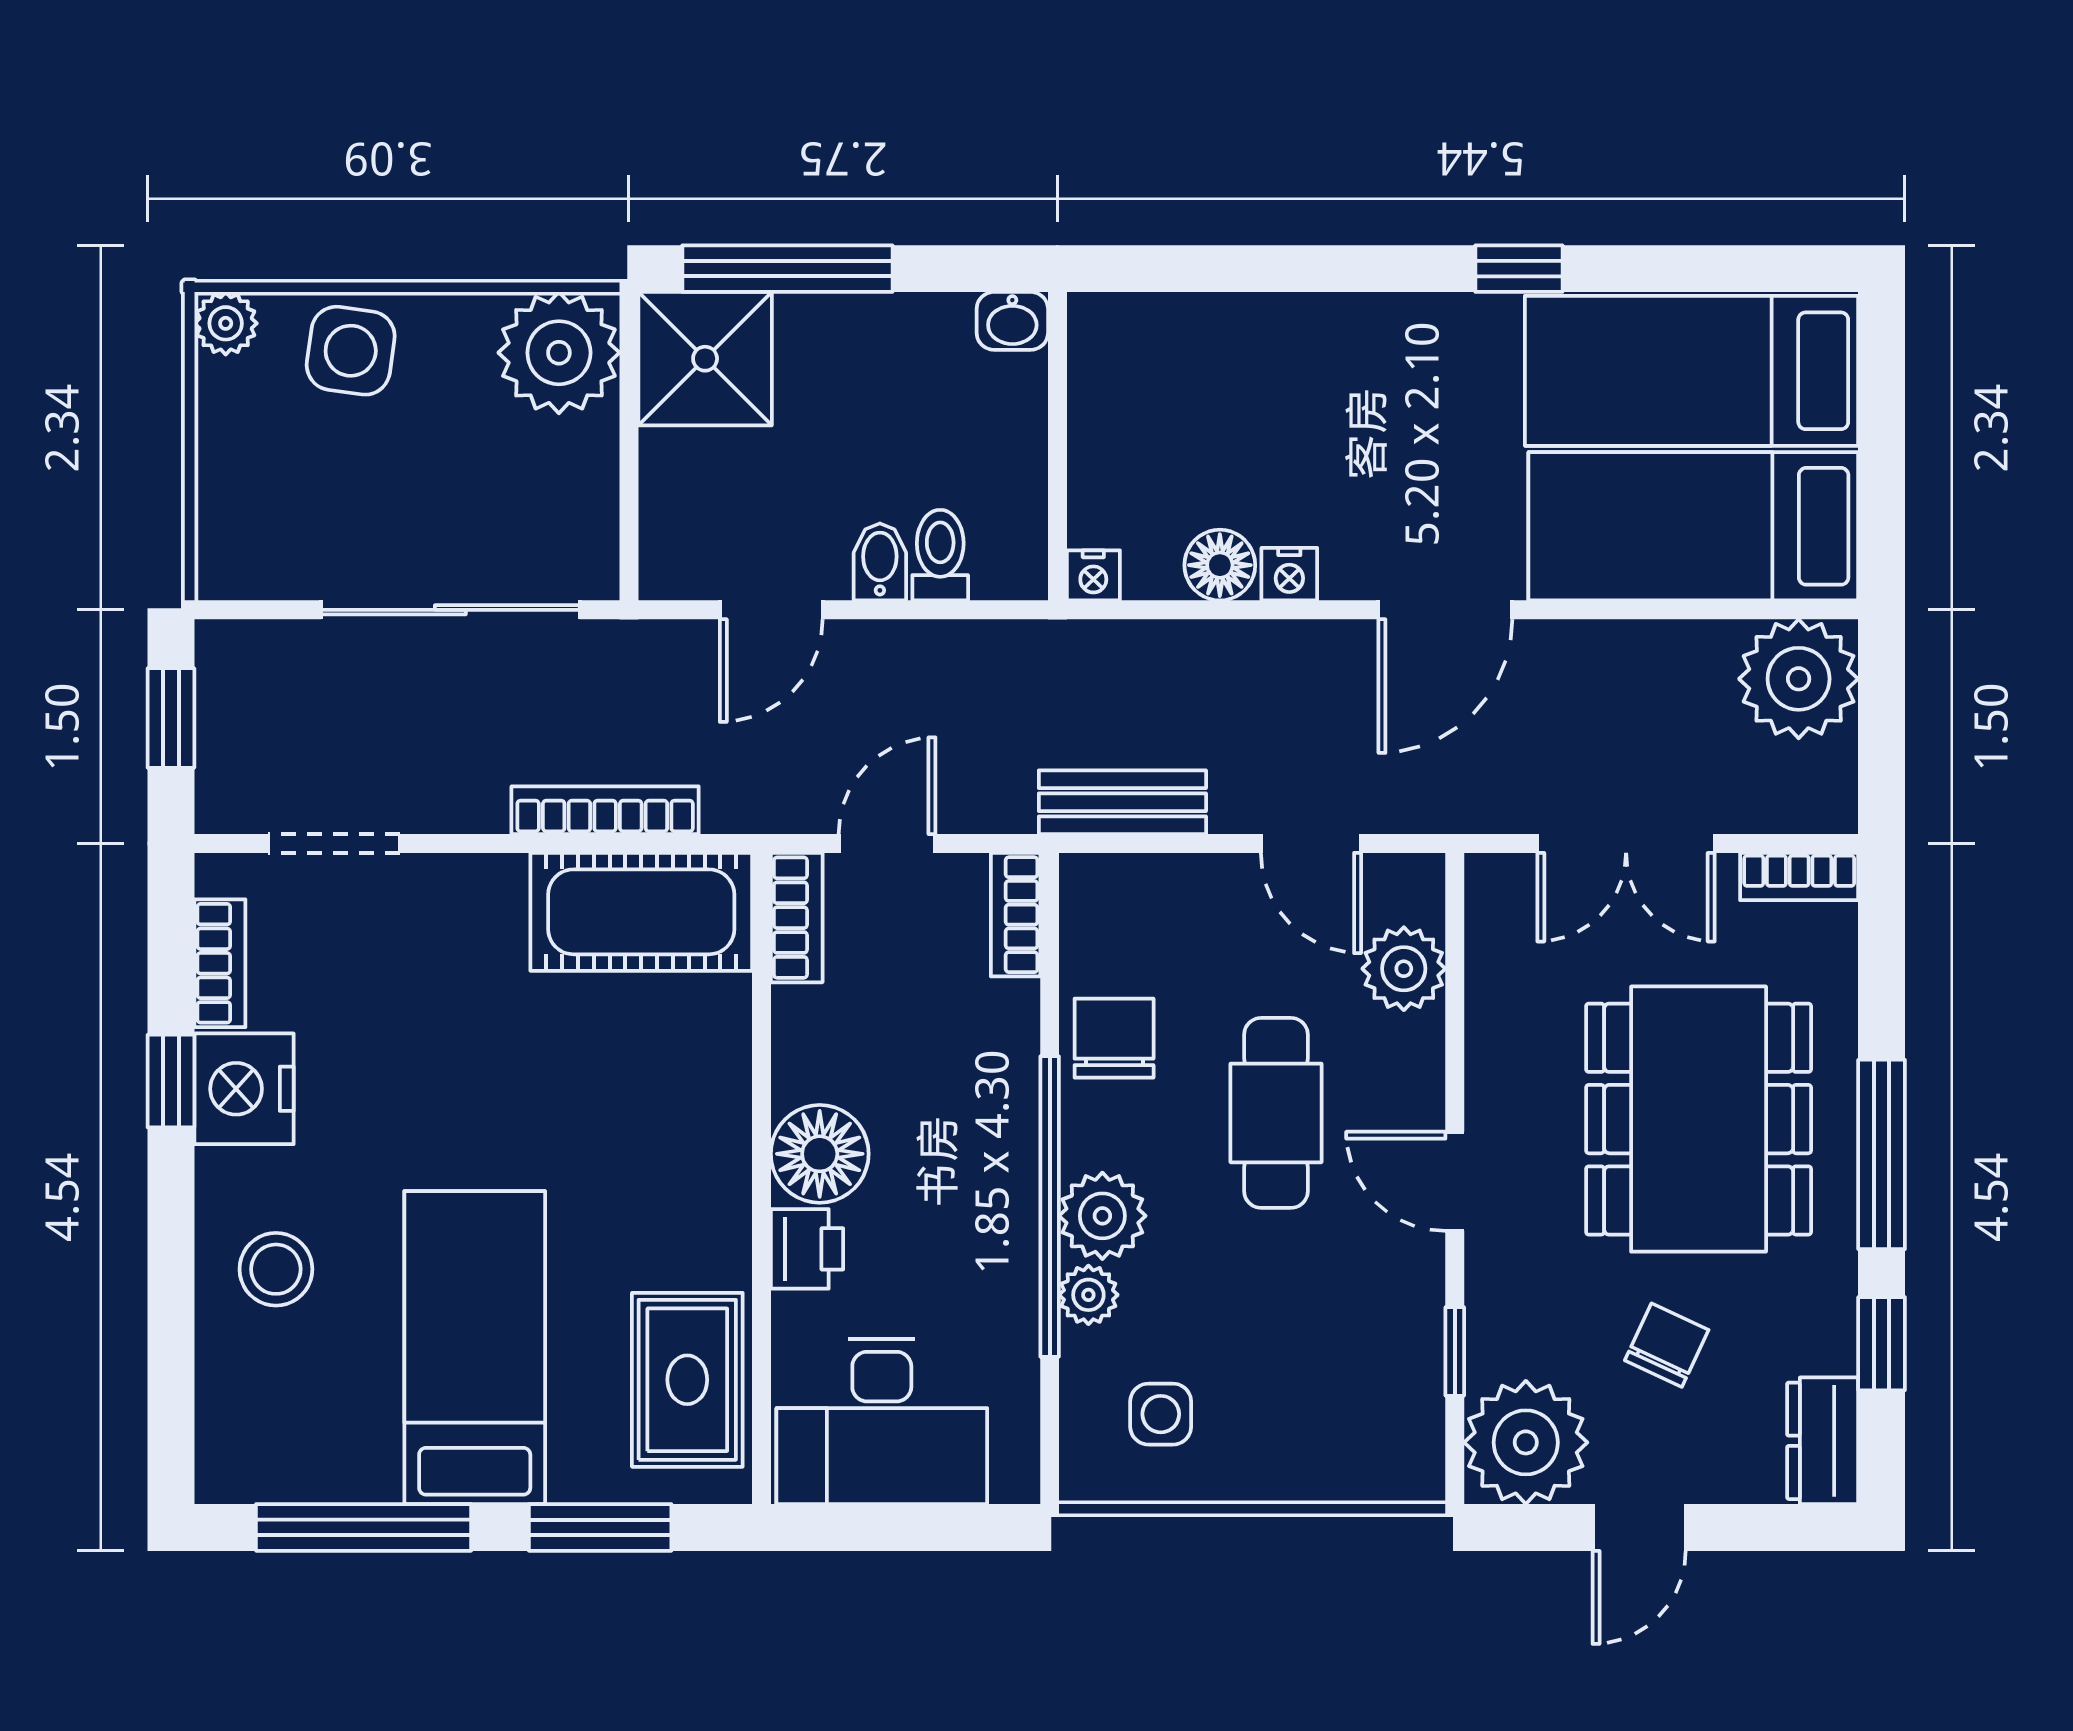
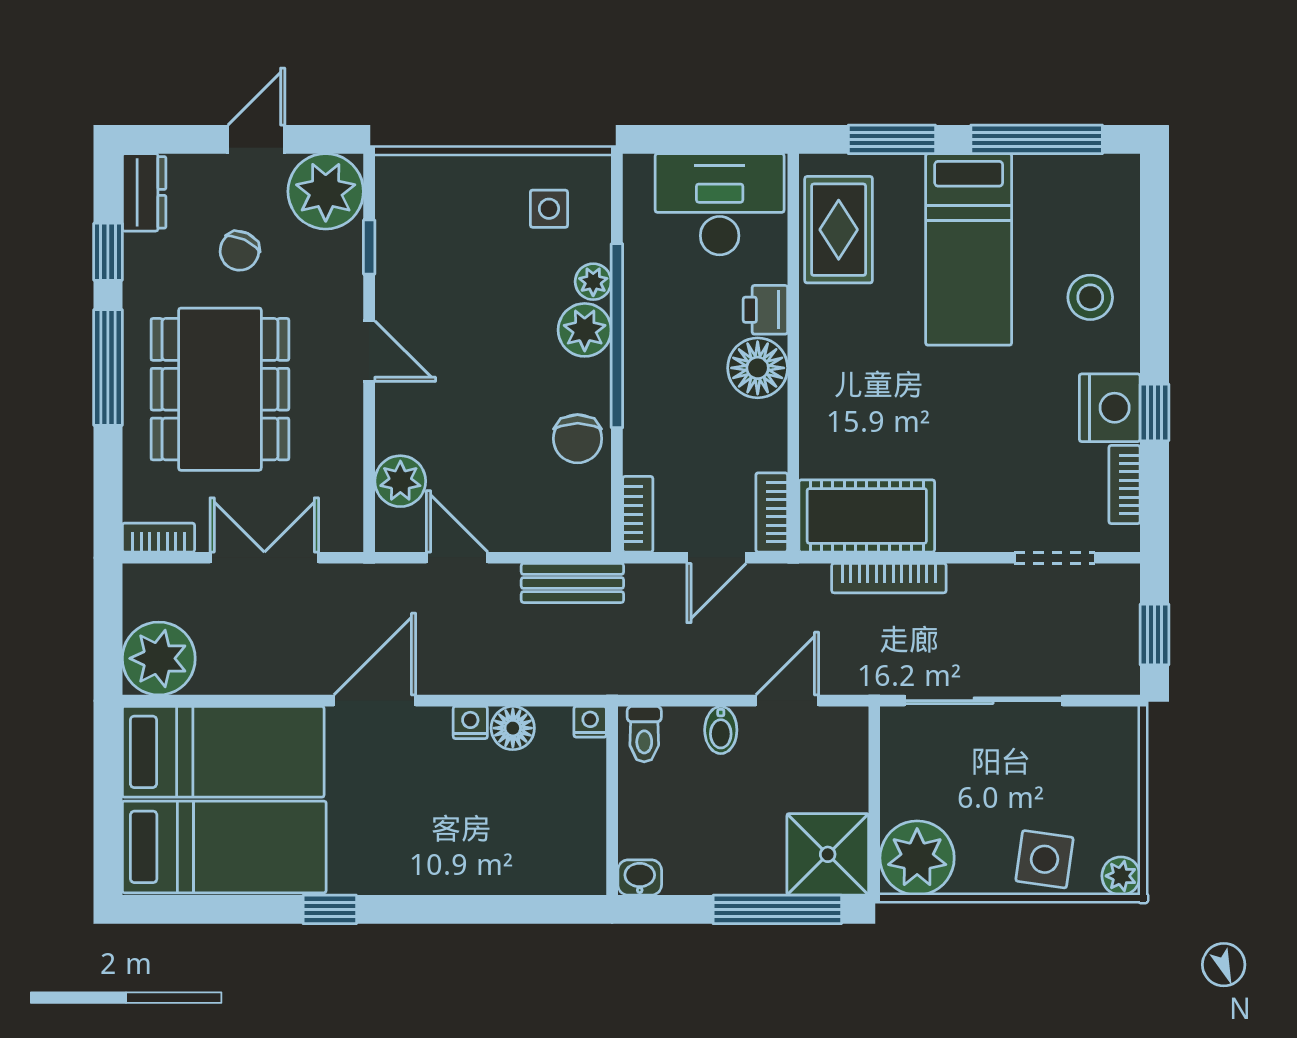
toilet: (940, 555) -> (644, 734), moved
cafe table: (1276, 1113) -> (478, 393), removed

